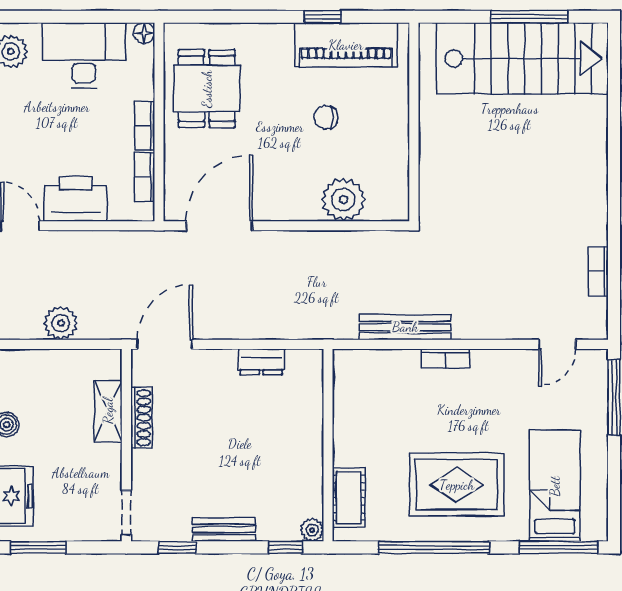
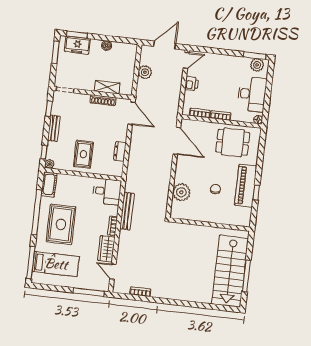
piano: (346, 45) -> (246, 186), moved
printer: (75, 199) -> (192, 84), width x0.53, depth x0.68
wardrobe: (503, 367) -> (106, 249), added
desk: (363, 382) -> (107, 191), added
rug: (279, 450) -> (83, 154), added
cot: (349, 498) -> (49, 184), moved, turned 90

